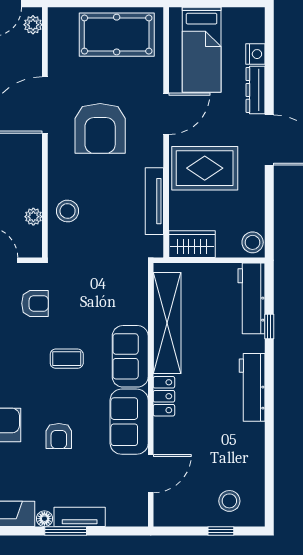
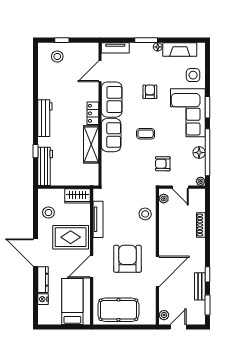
plant: (33, 217) -> (164, 199), moved
stool: (253, 242) -> (48, 212), moved
shelving: (167, 323) -> (91, 144), width x0.68
tv unit: (80, 517) -> (115, 48), moved

